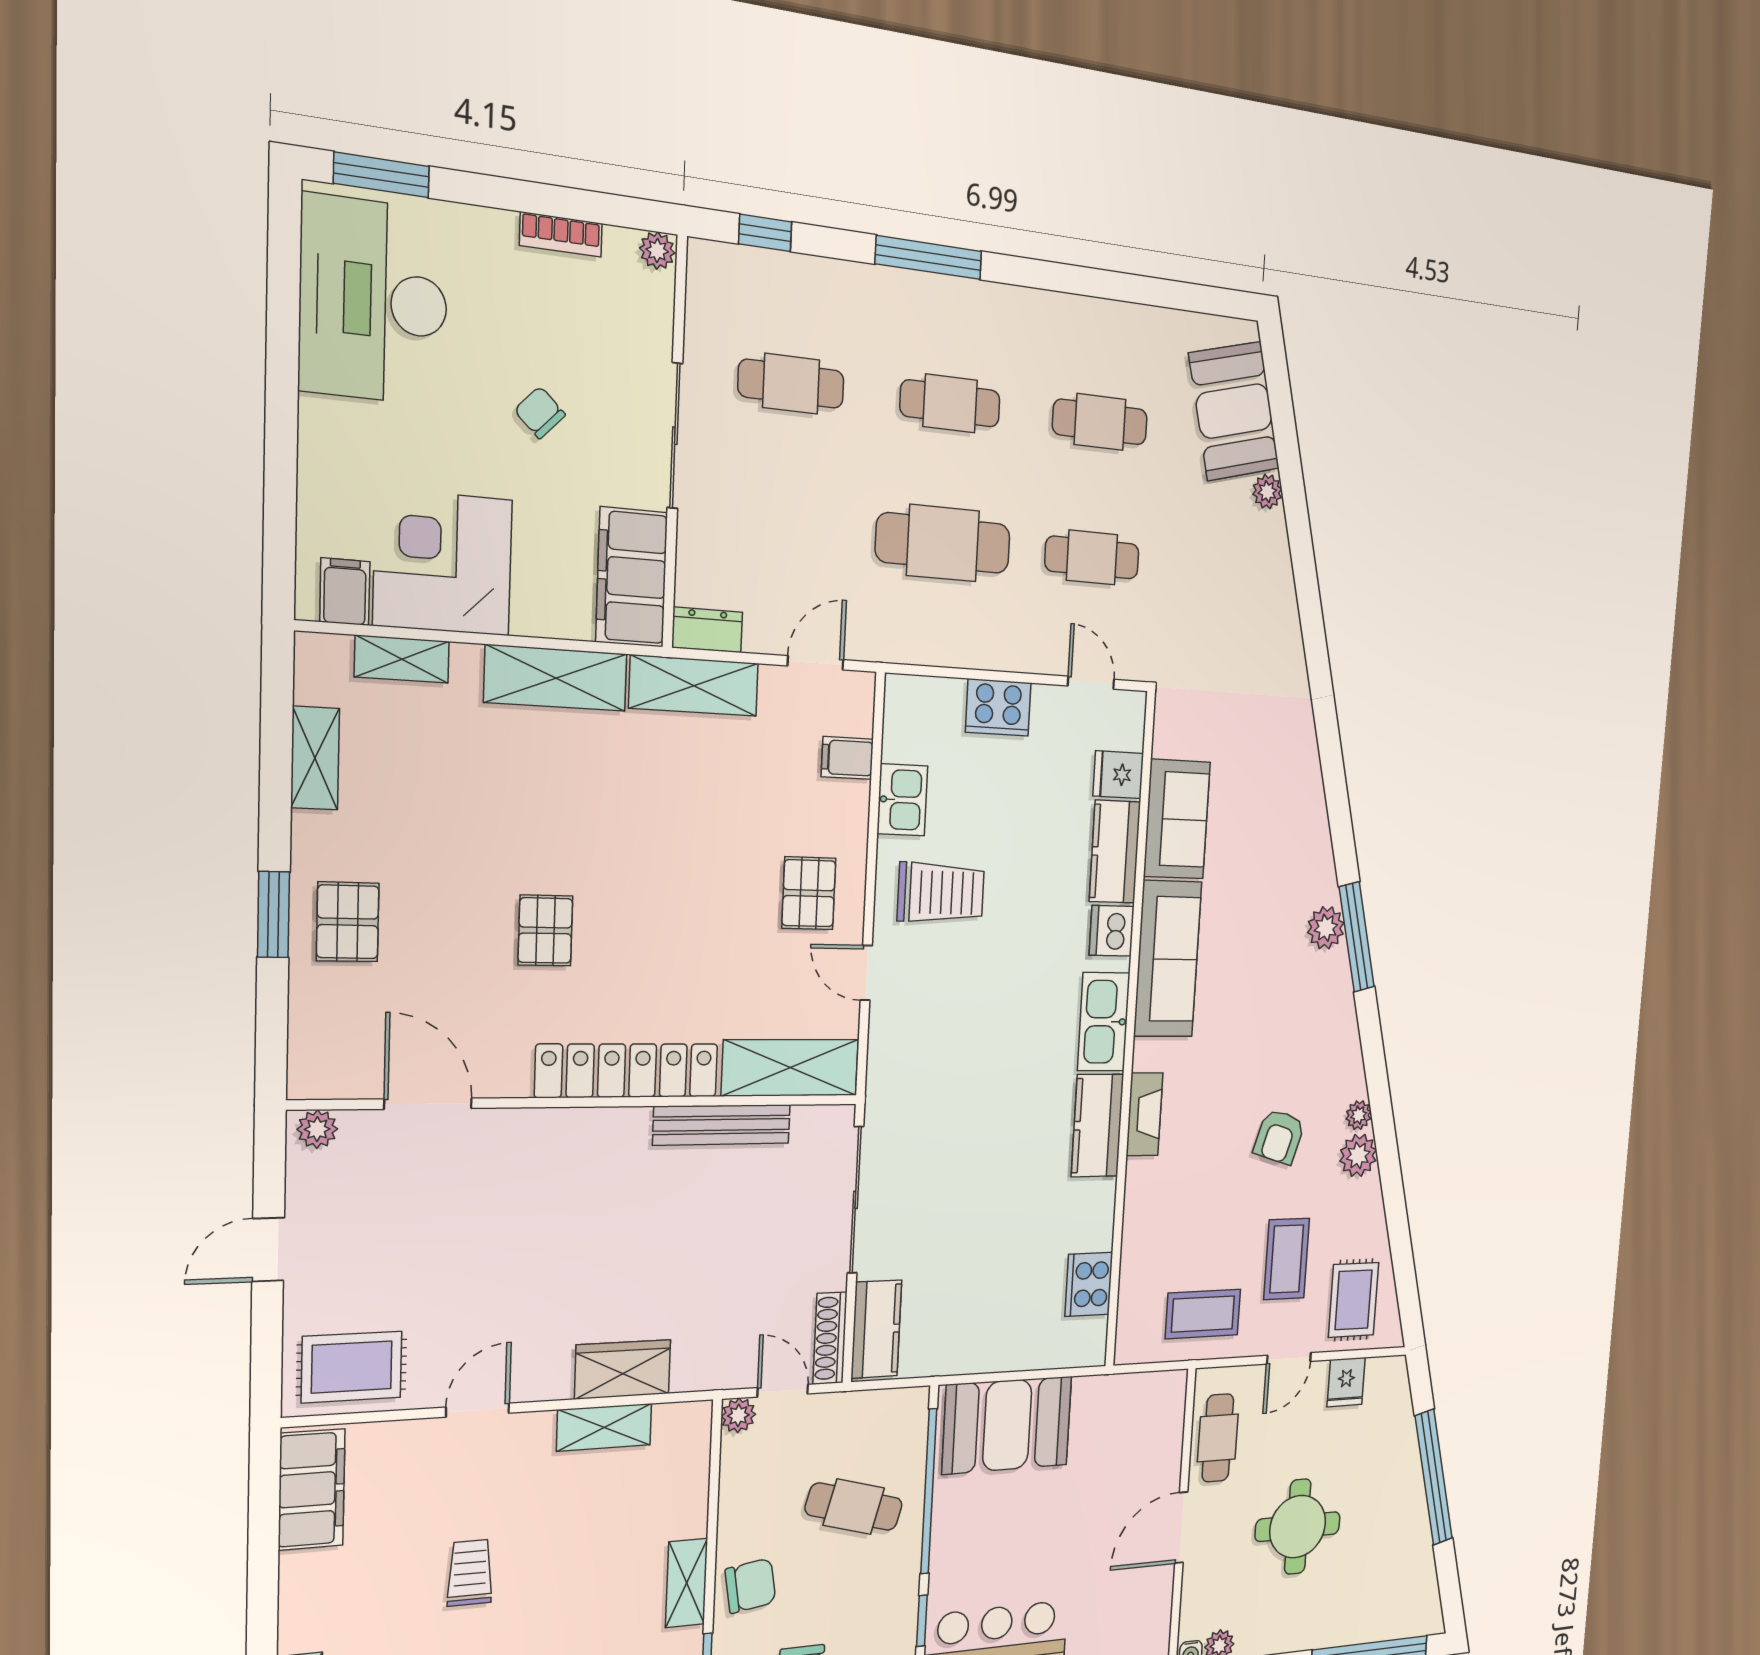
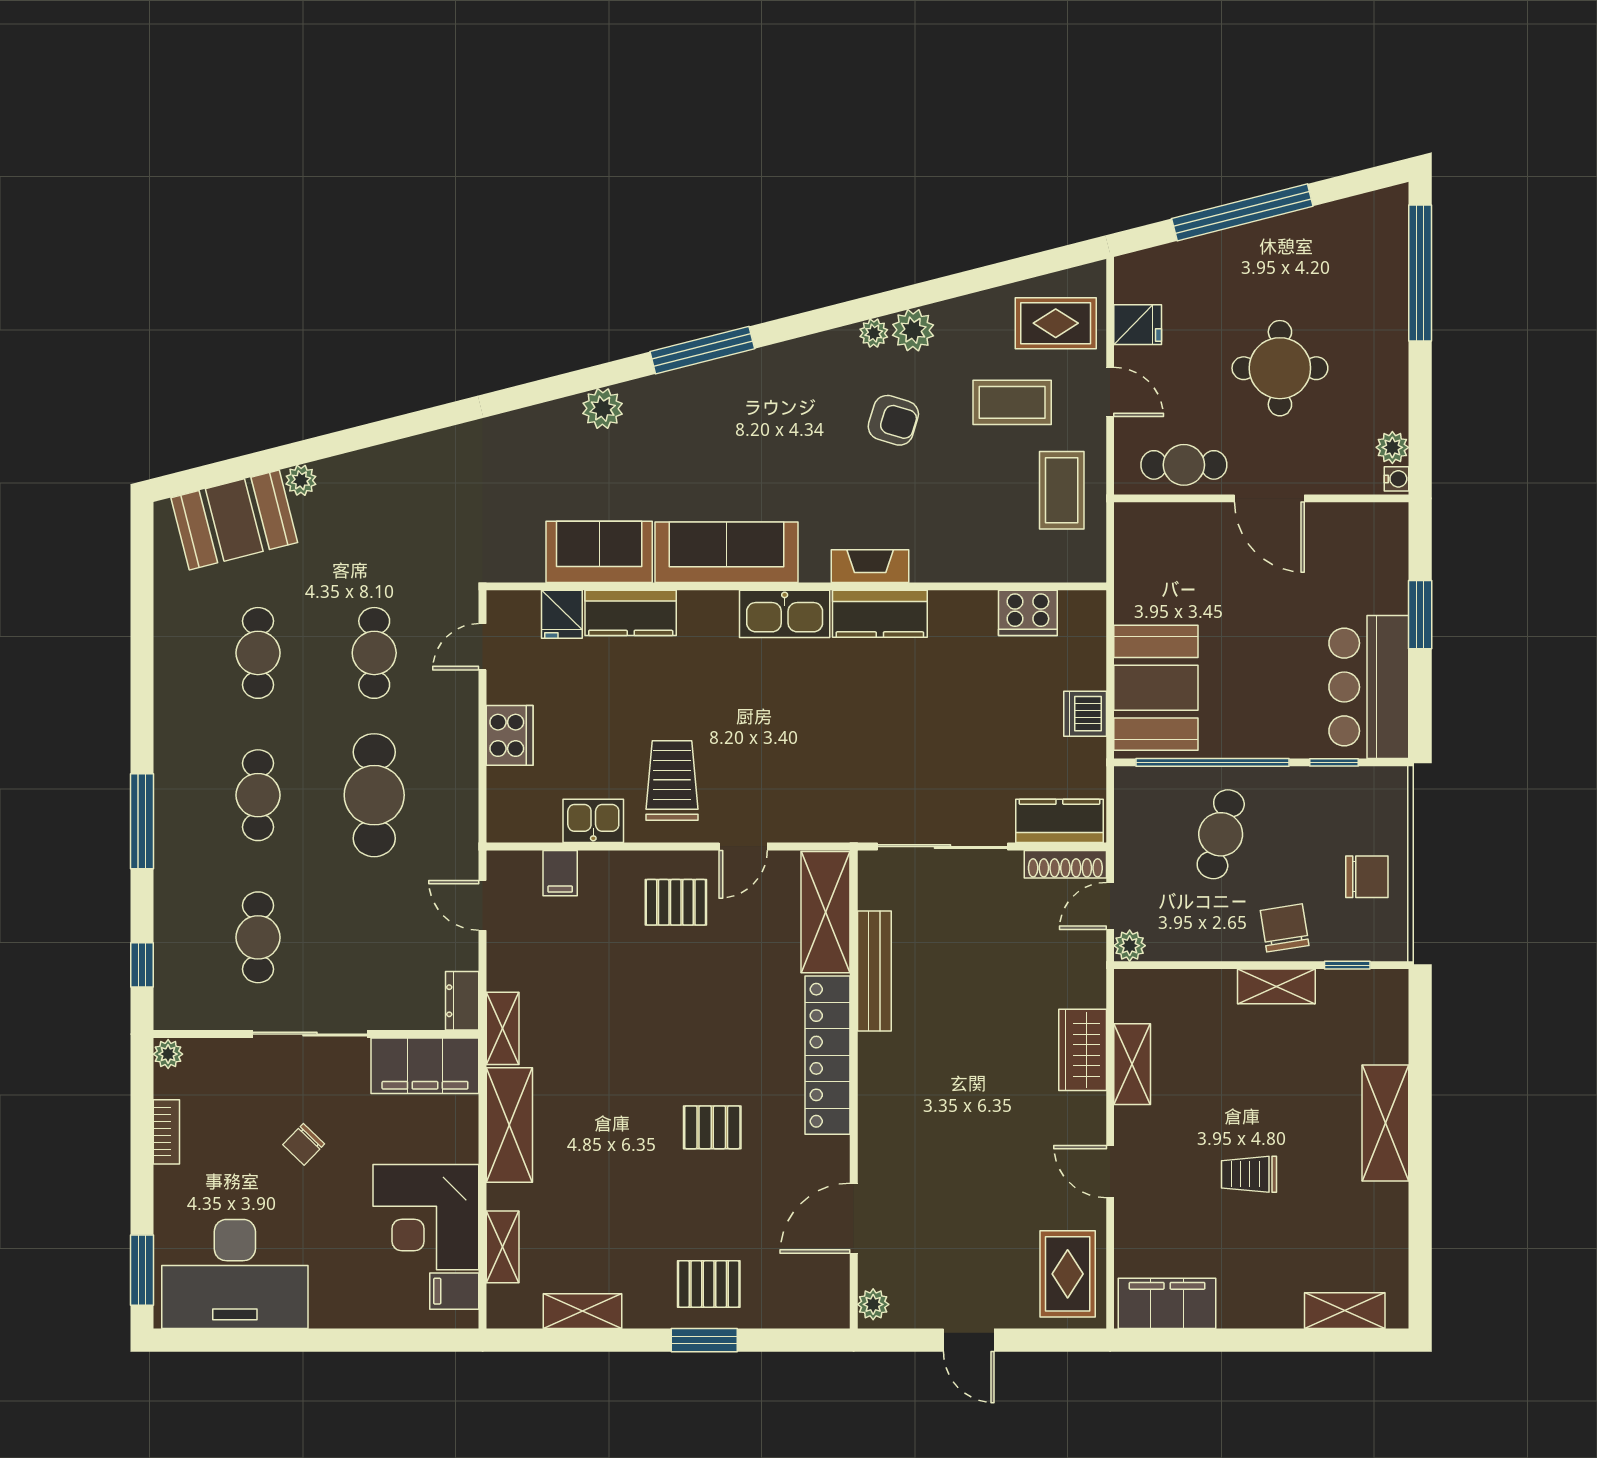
shelving: (694, 686) -> (503, 1028), width x0.67, depth x0.75
plant: (1326, 928) -> (603, 409), moved
dishwasher: (1112, 931) -> (1085, 714), moved, turned 90

